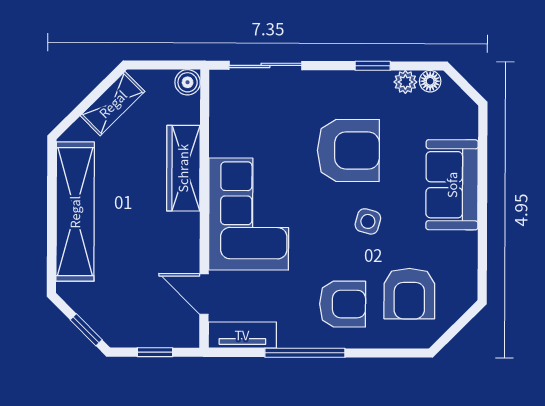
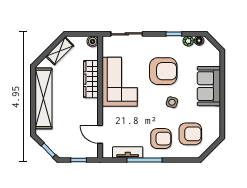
corner sofa: (249, 214) -> (120, 82), moved
armchair: (409, 294) -> (190, 134), turned -90
tv unit: (242, 335) -> (128, 152), moved

